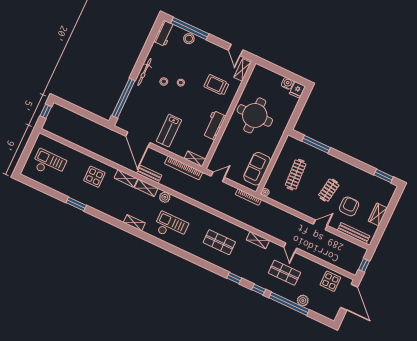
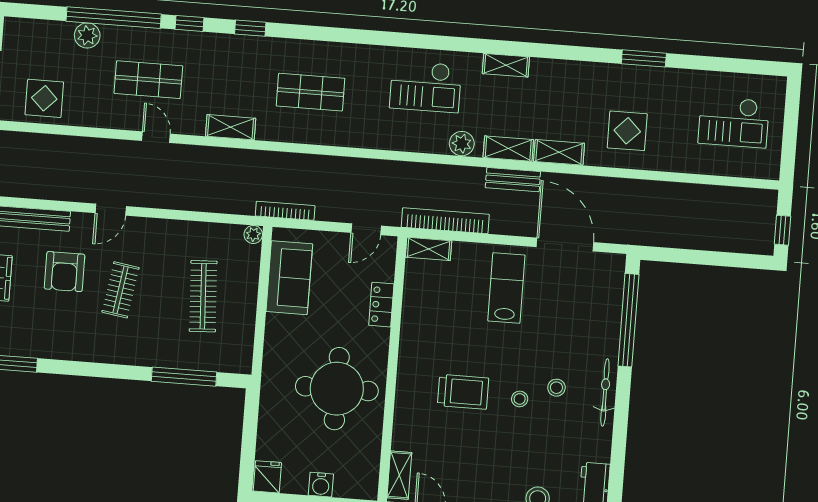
water cooler: (287, 83) -> (321, 485), moved
trolley: (216, 85) -> (463, 392), moved
workbench: (214, 125) -> (415, 335), removed
locker: (223, 143) -> (381, 305), added

